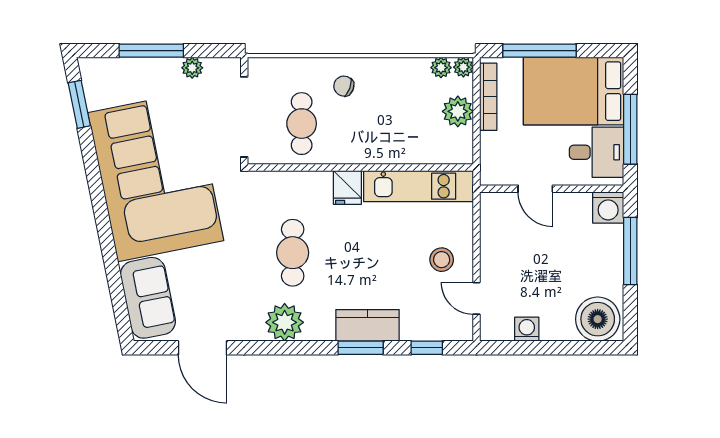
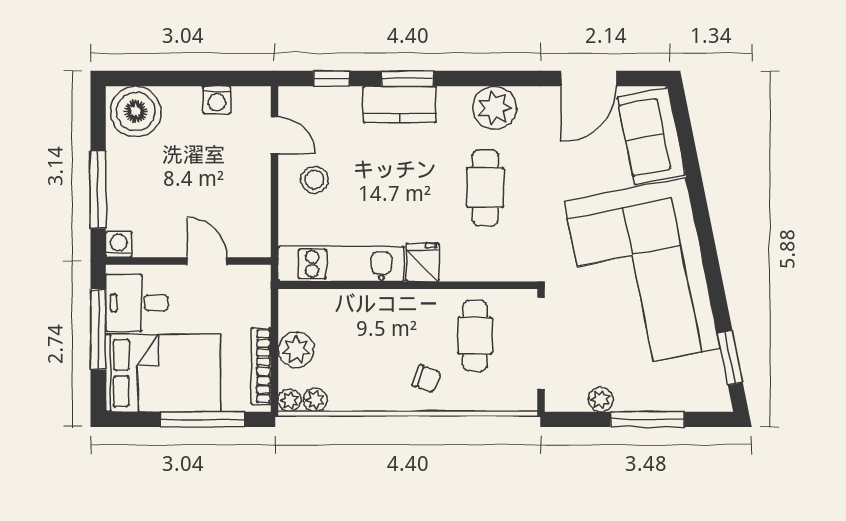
washing machine: (608, 207) -> (119, 244), width x0.73, depth x0.73
door: (203, 348) -> (589, 79), swing flipped

